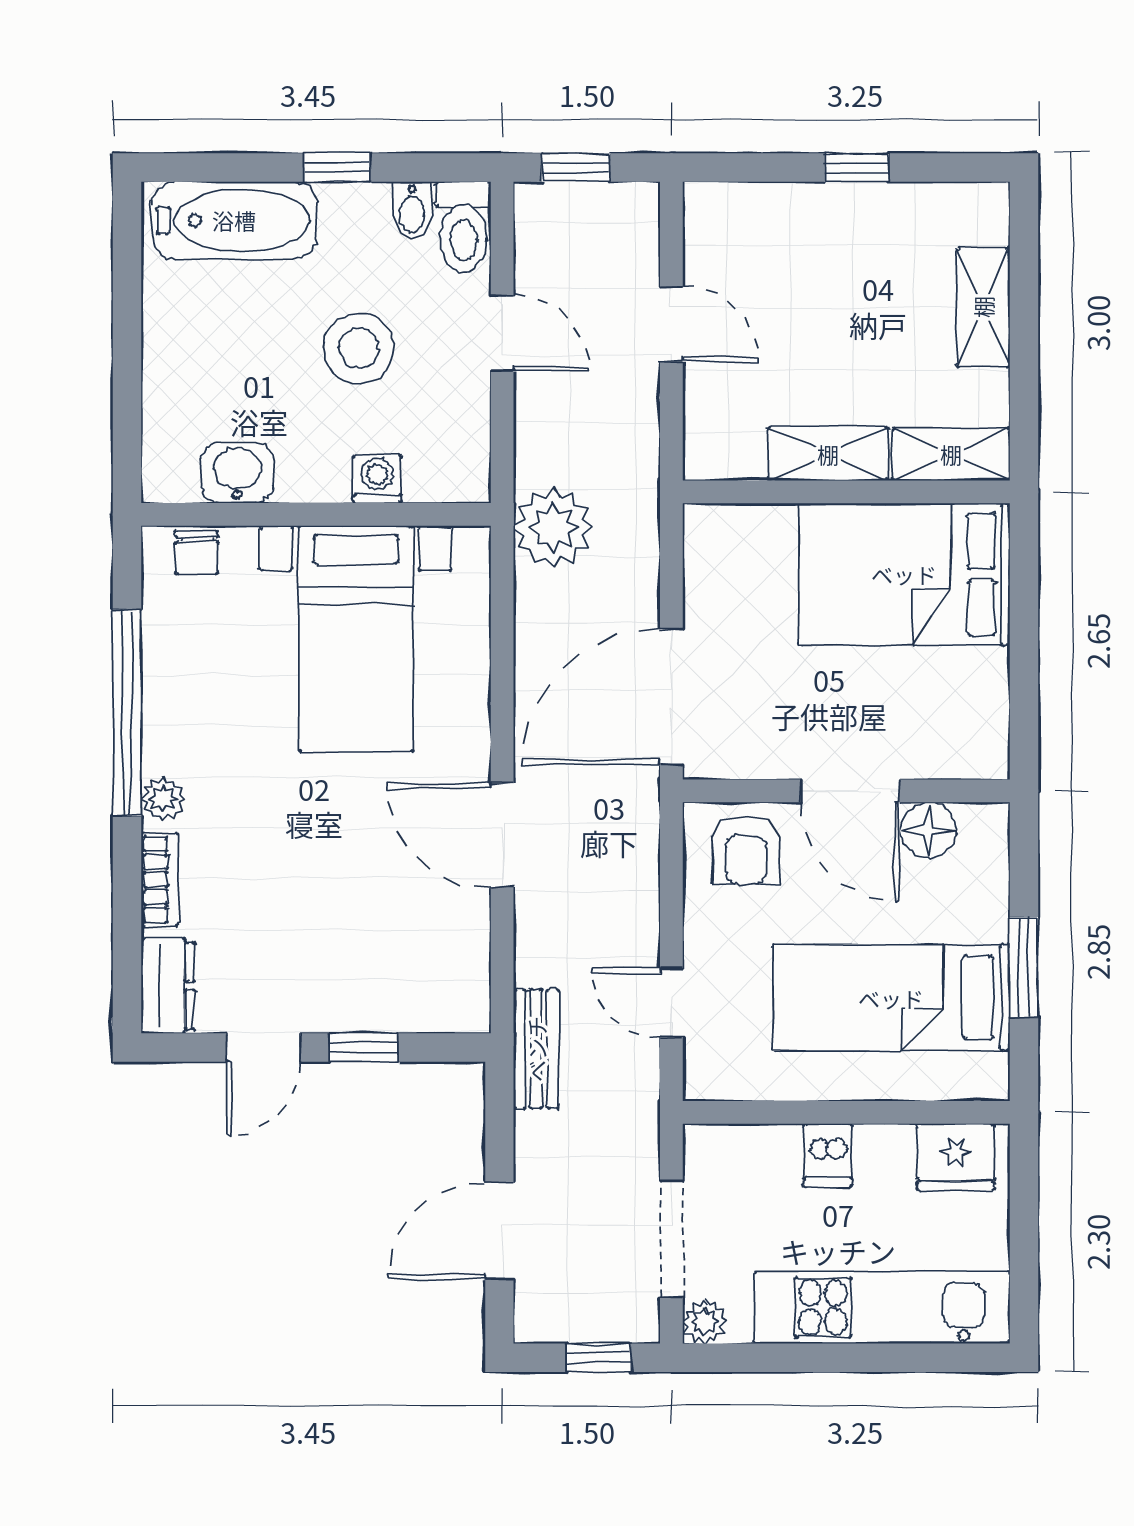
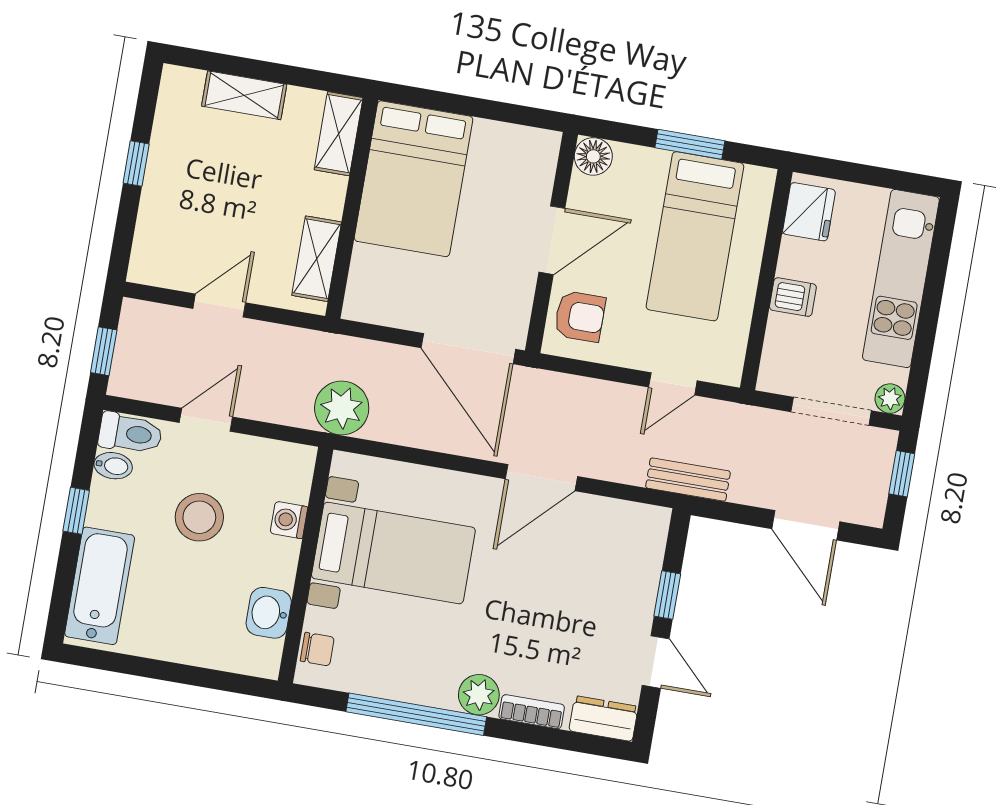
shelving: (828, 454) -> (317, 259), moved
plant: (163, 799) -> (479, 695), width x1.38, depth x1.38
floor lamp: (929, 830) -> (593, 156), moved

